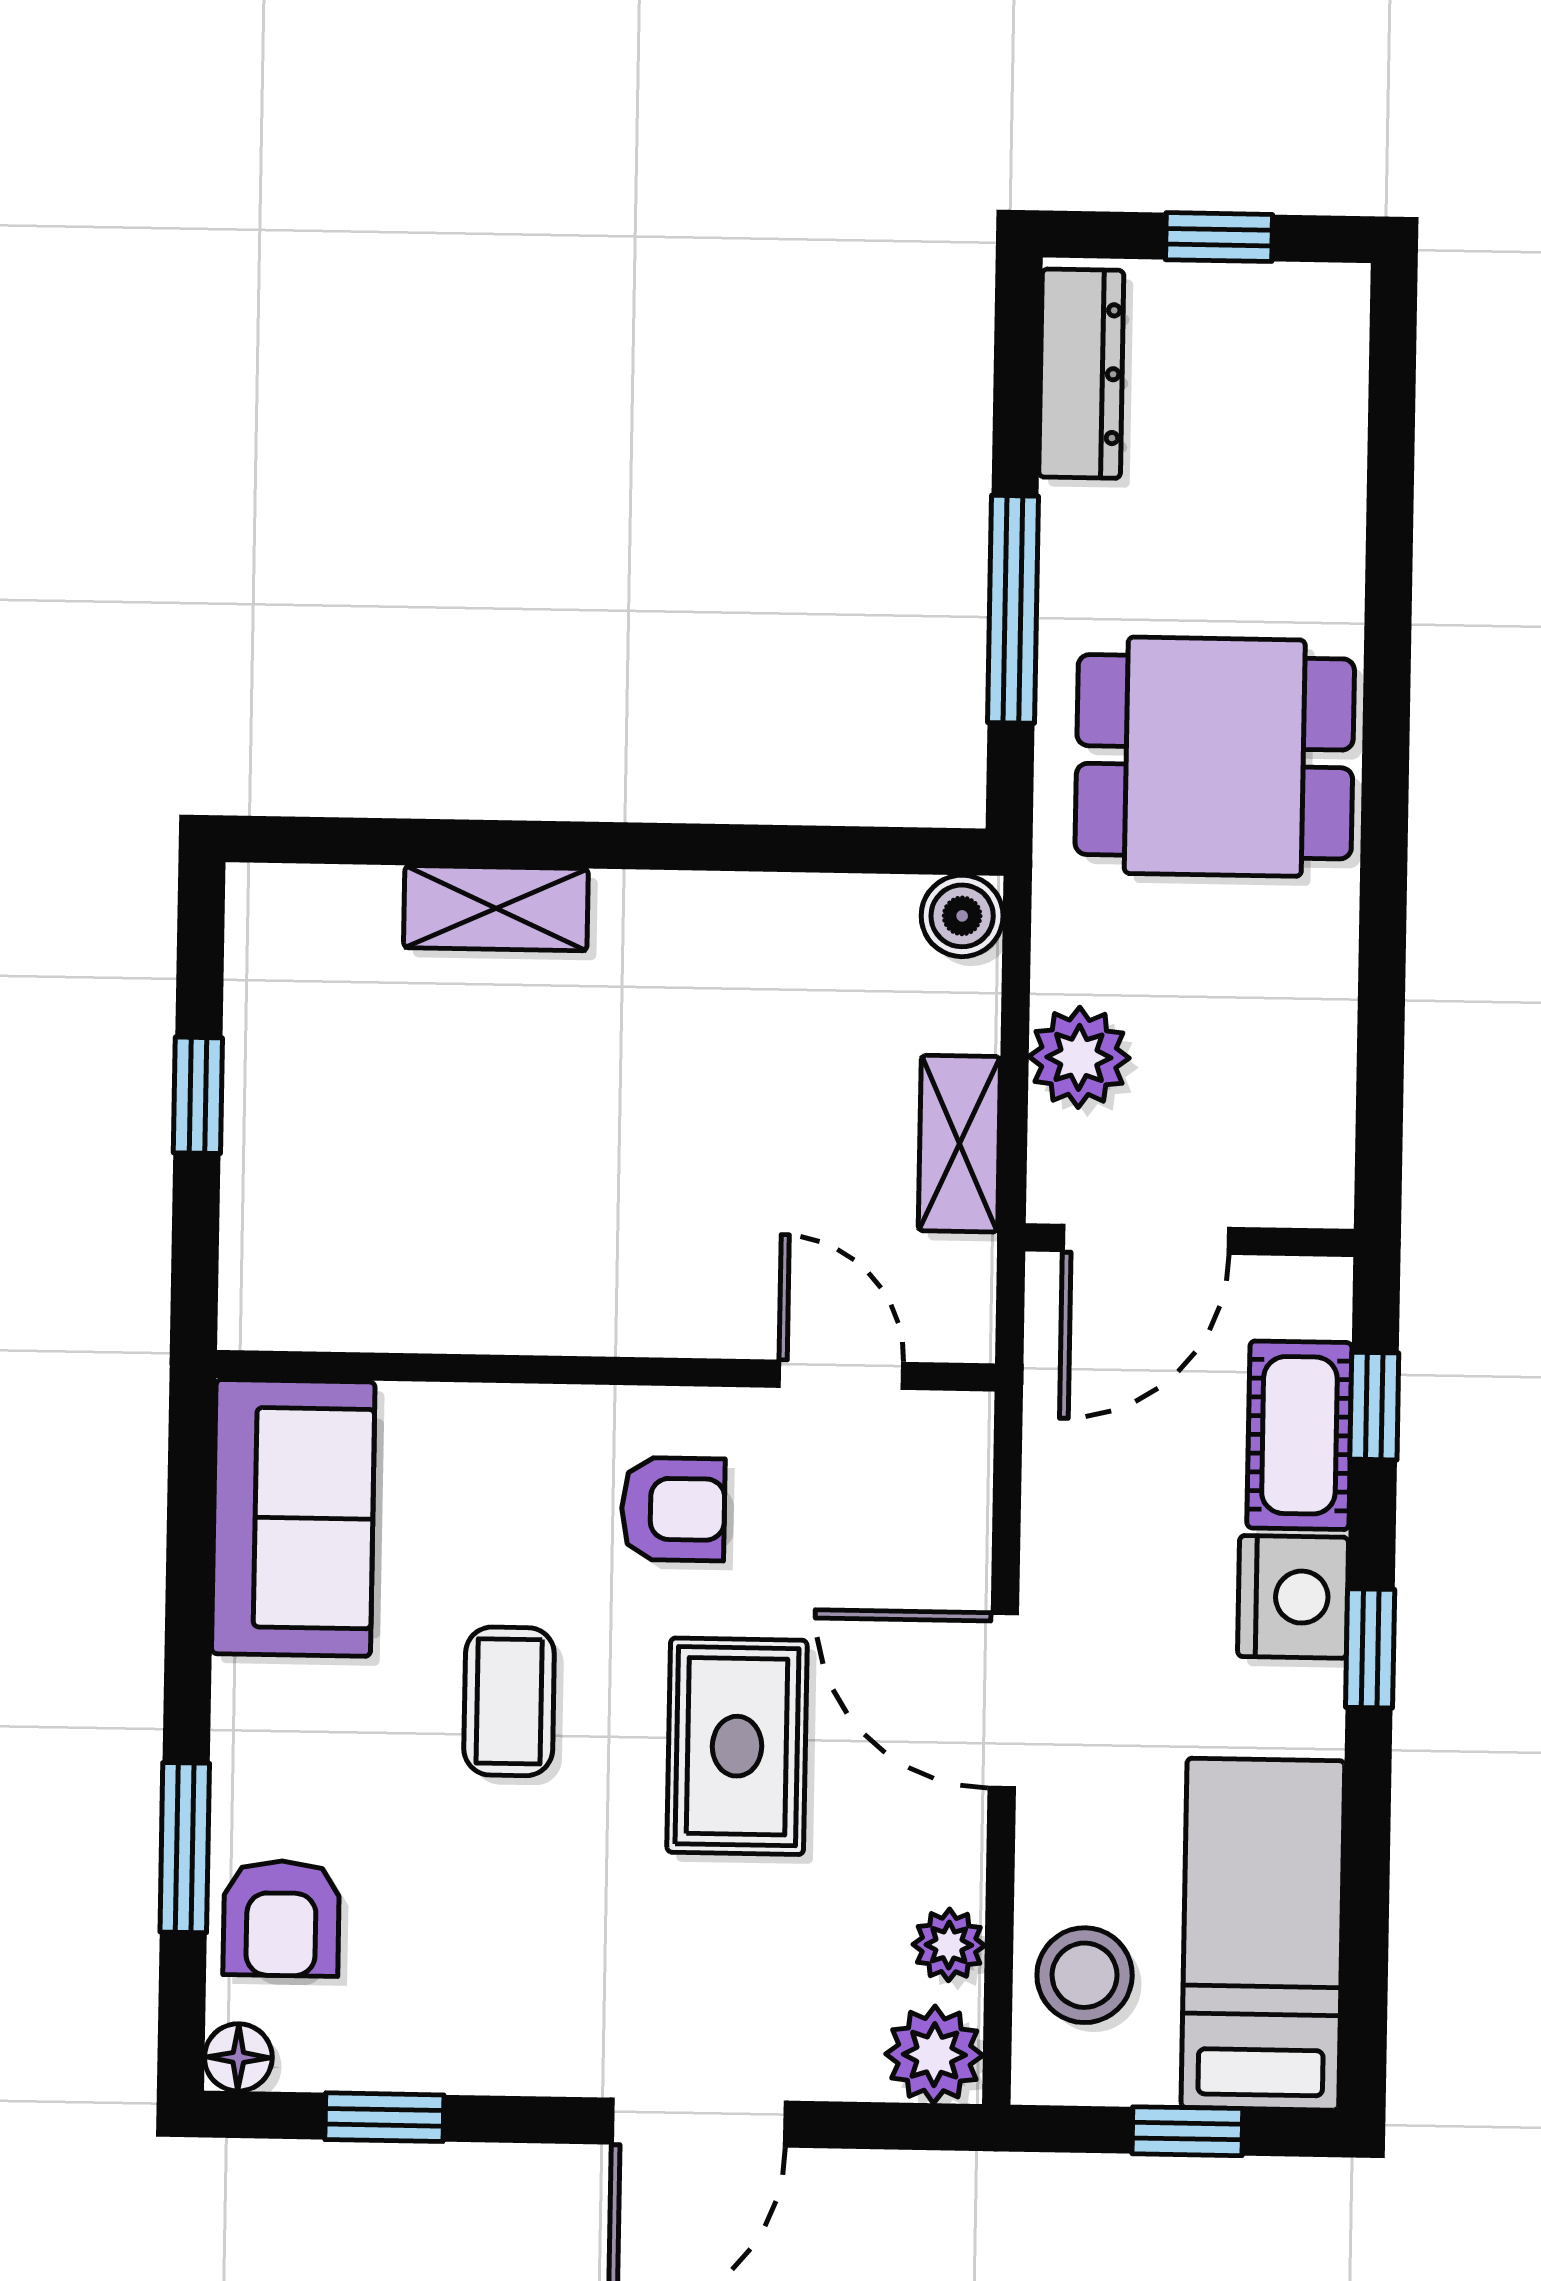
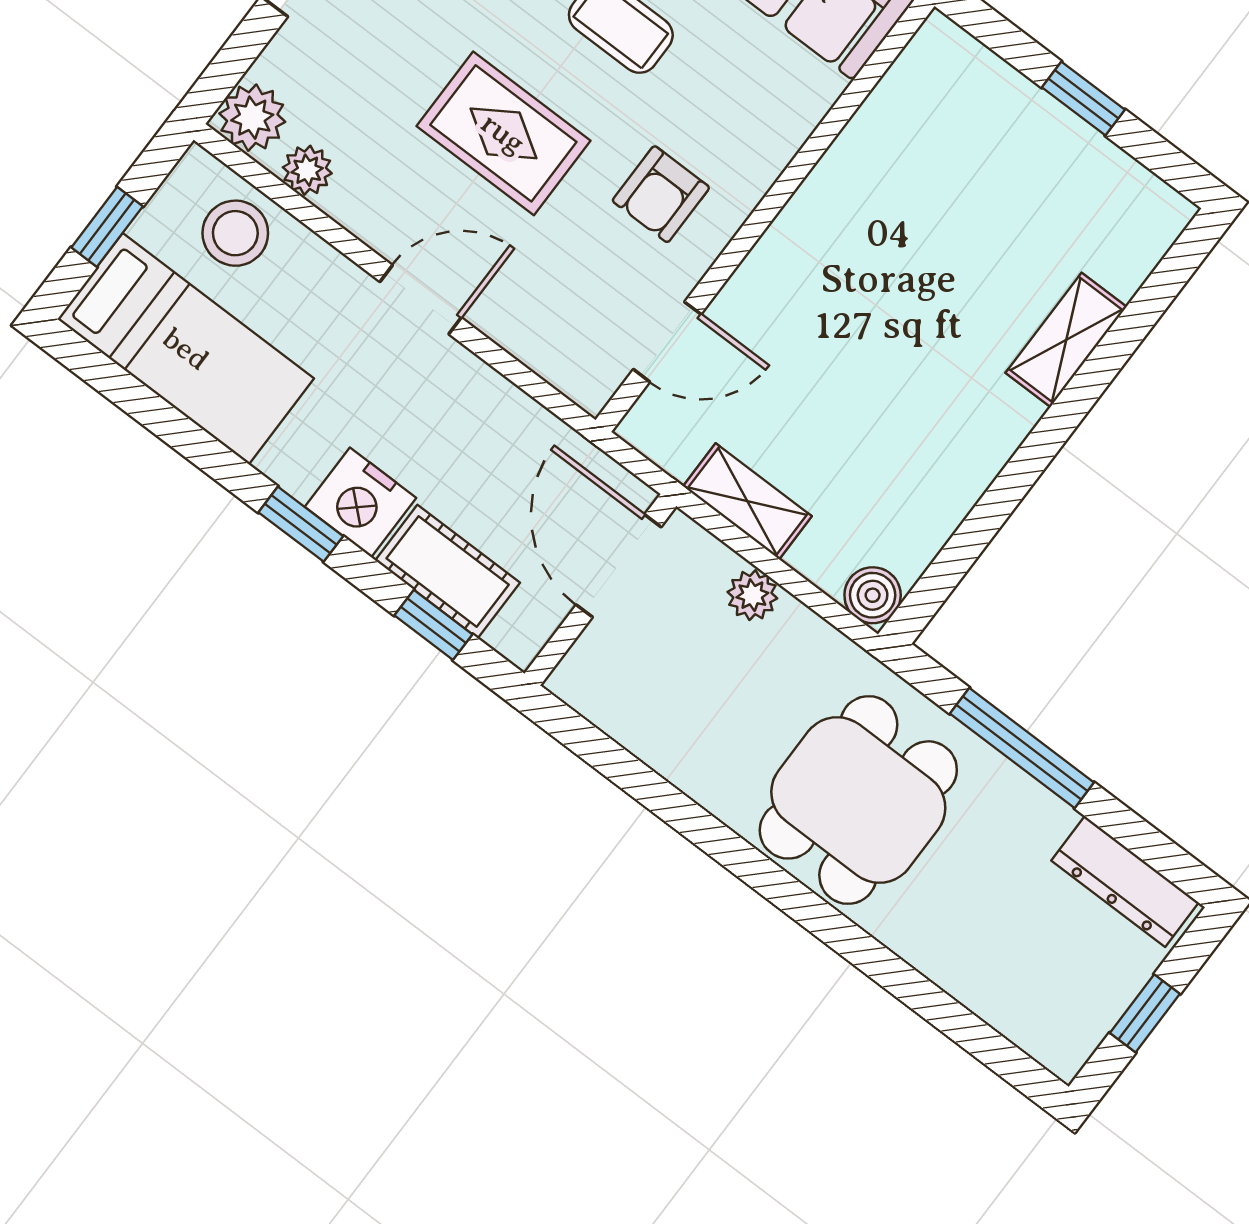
plant: (1079, 1057) -> (752, 595), width x0.73, depth x0.73
door: (1003, 1701) -> (421, 300), width x0.73

